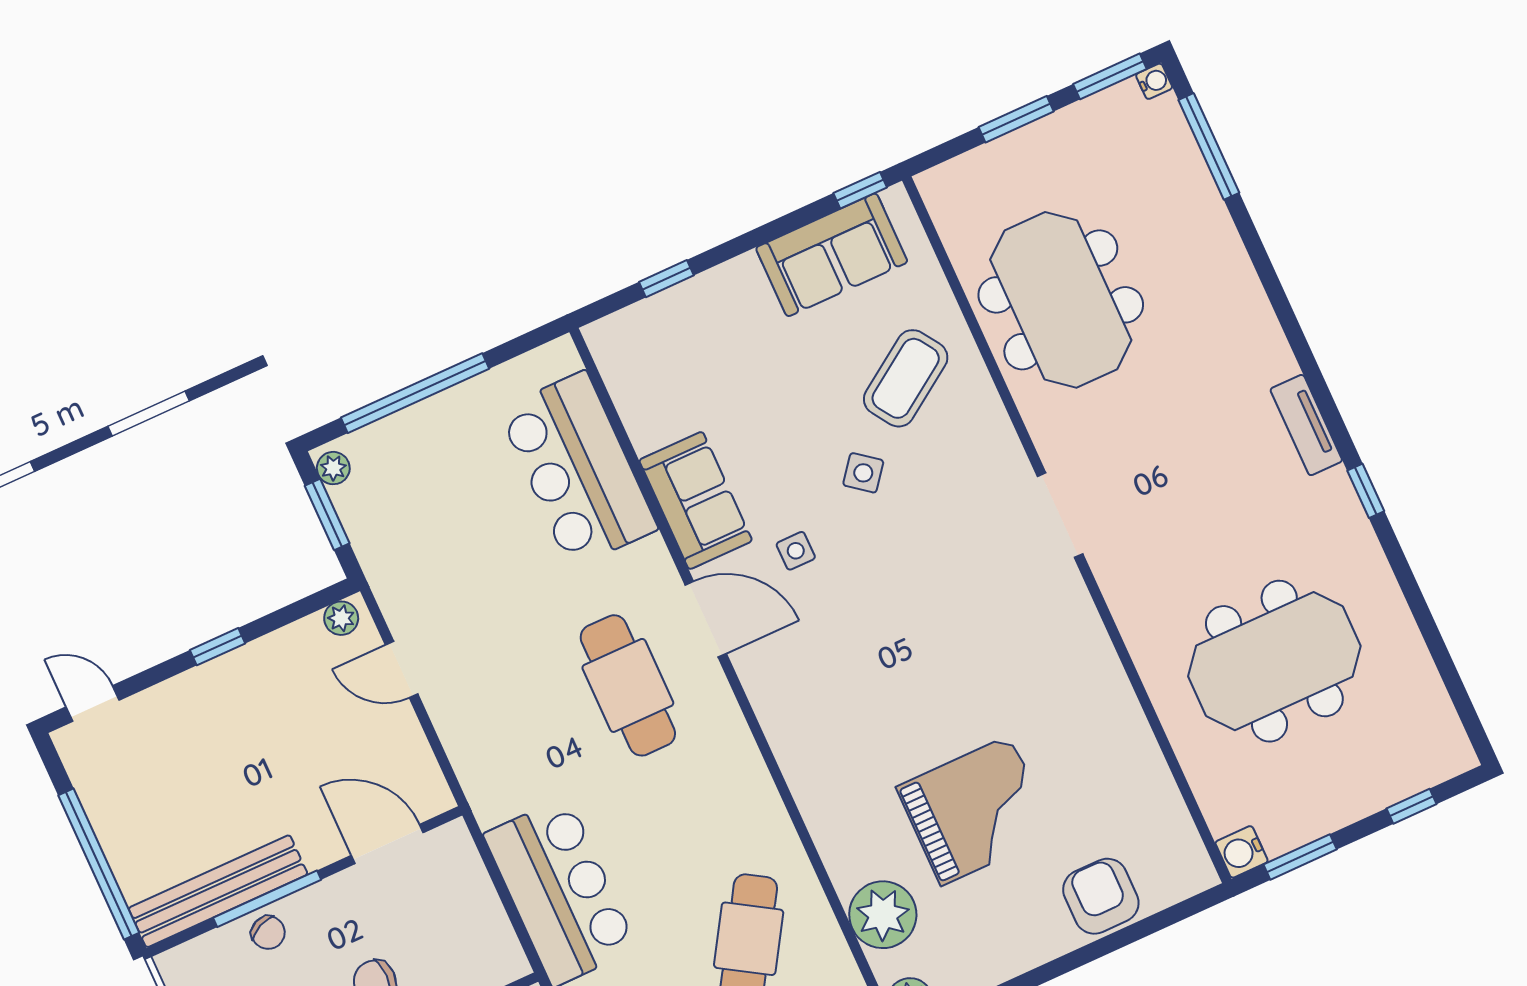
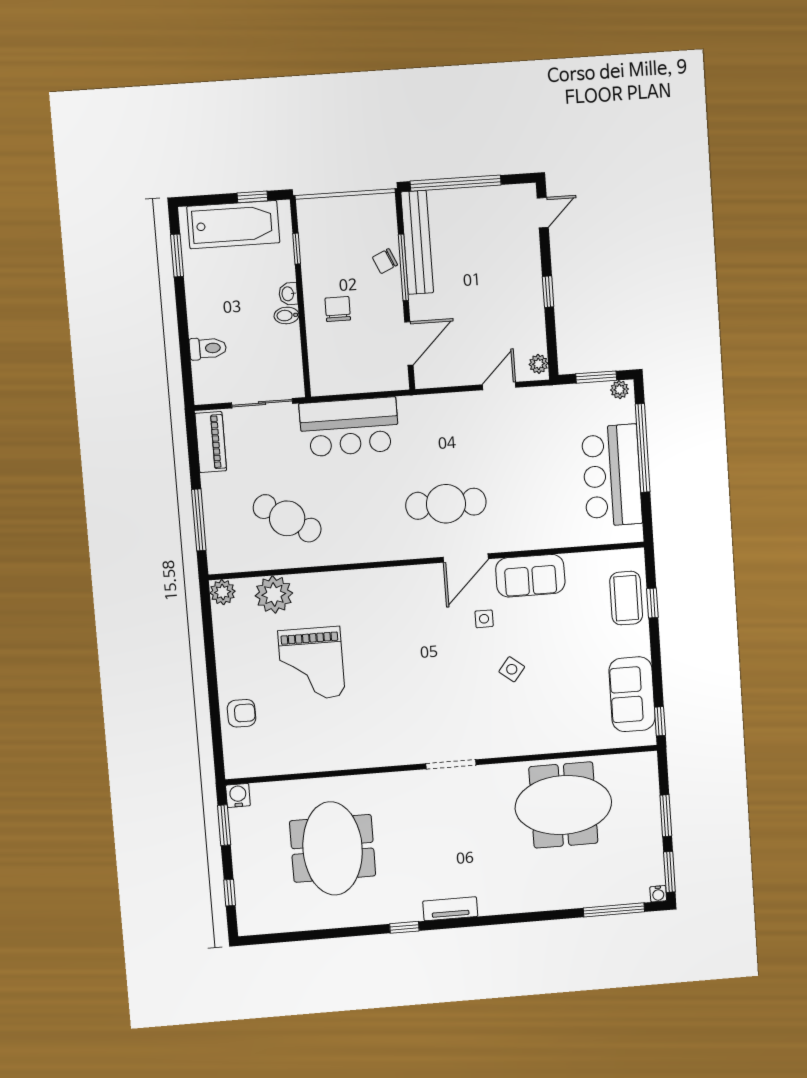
coffee table: (906, 378) -> (626, 598), moved, turned 34
bar counter: (578, 469) -> (612, 476), moved, turned -90
armchair: (1101, 896) -> (241, 713), width x0.72, depth x0.72

